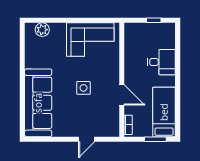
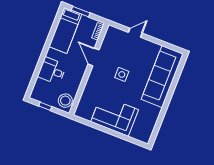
plant: (42, 30) -> (136, 133), removed
stool: (134, 35) -> (65, 101), added
corner sofa: (90, 40) -> (115, 116), moved

